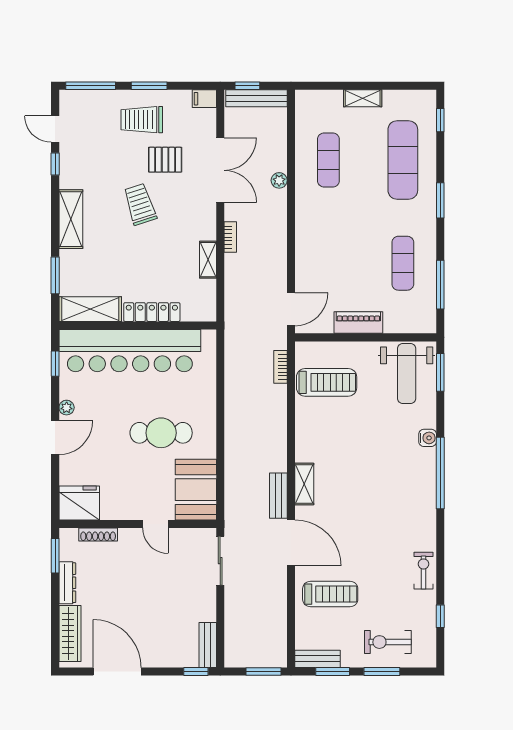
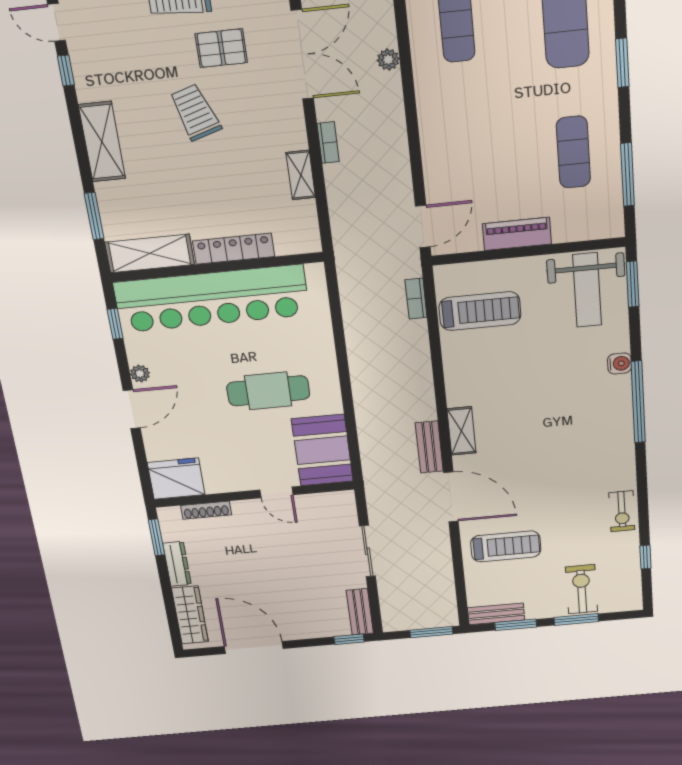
sliding door: (220, 561) -> (367, 551), moved
exercise bike: (423, 571) -> (622, 511), turned 180
exercise bike: (388, 642) -> (582, 589), turned 90

